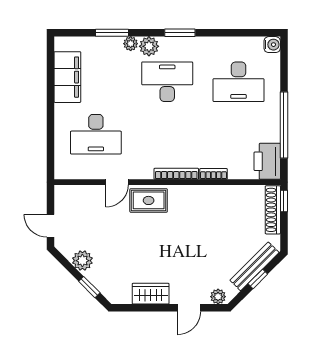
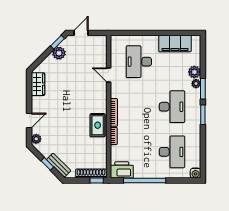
window: (112, 33) -> (203, 89), moved
plant: (149, 46) -> (194, 72), moved
desk: (239, 82) -> (172, 152), turned 180
rug: (149, 200) -> (98, 125), moved
bench: (254, 266) -> (59, 165), width x0.73
window: (89, 287) -> (57, 42), moved
wardrobe: (151, 294) -> (38, 84), moved
door: (189, 308) -> (29, 120), swing flipped

